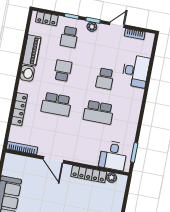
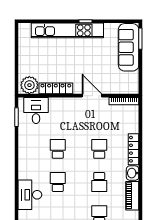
school desk: (56, 104) -> (99, 149), width x0.54
locker: (19, 109) -> (134, 149), moved
school desk: (98, 112) -> (58, 149), width x0.54
plant: (112, 178) -> (29, 85), width x1.87, depth x1.87

